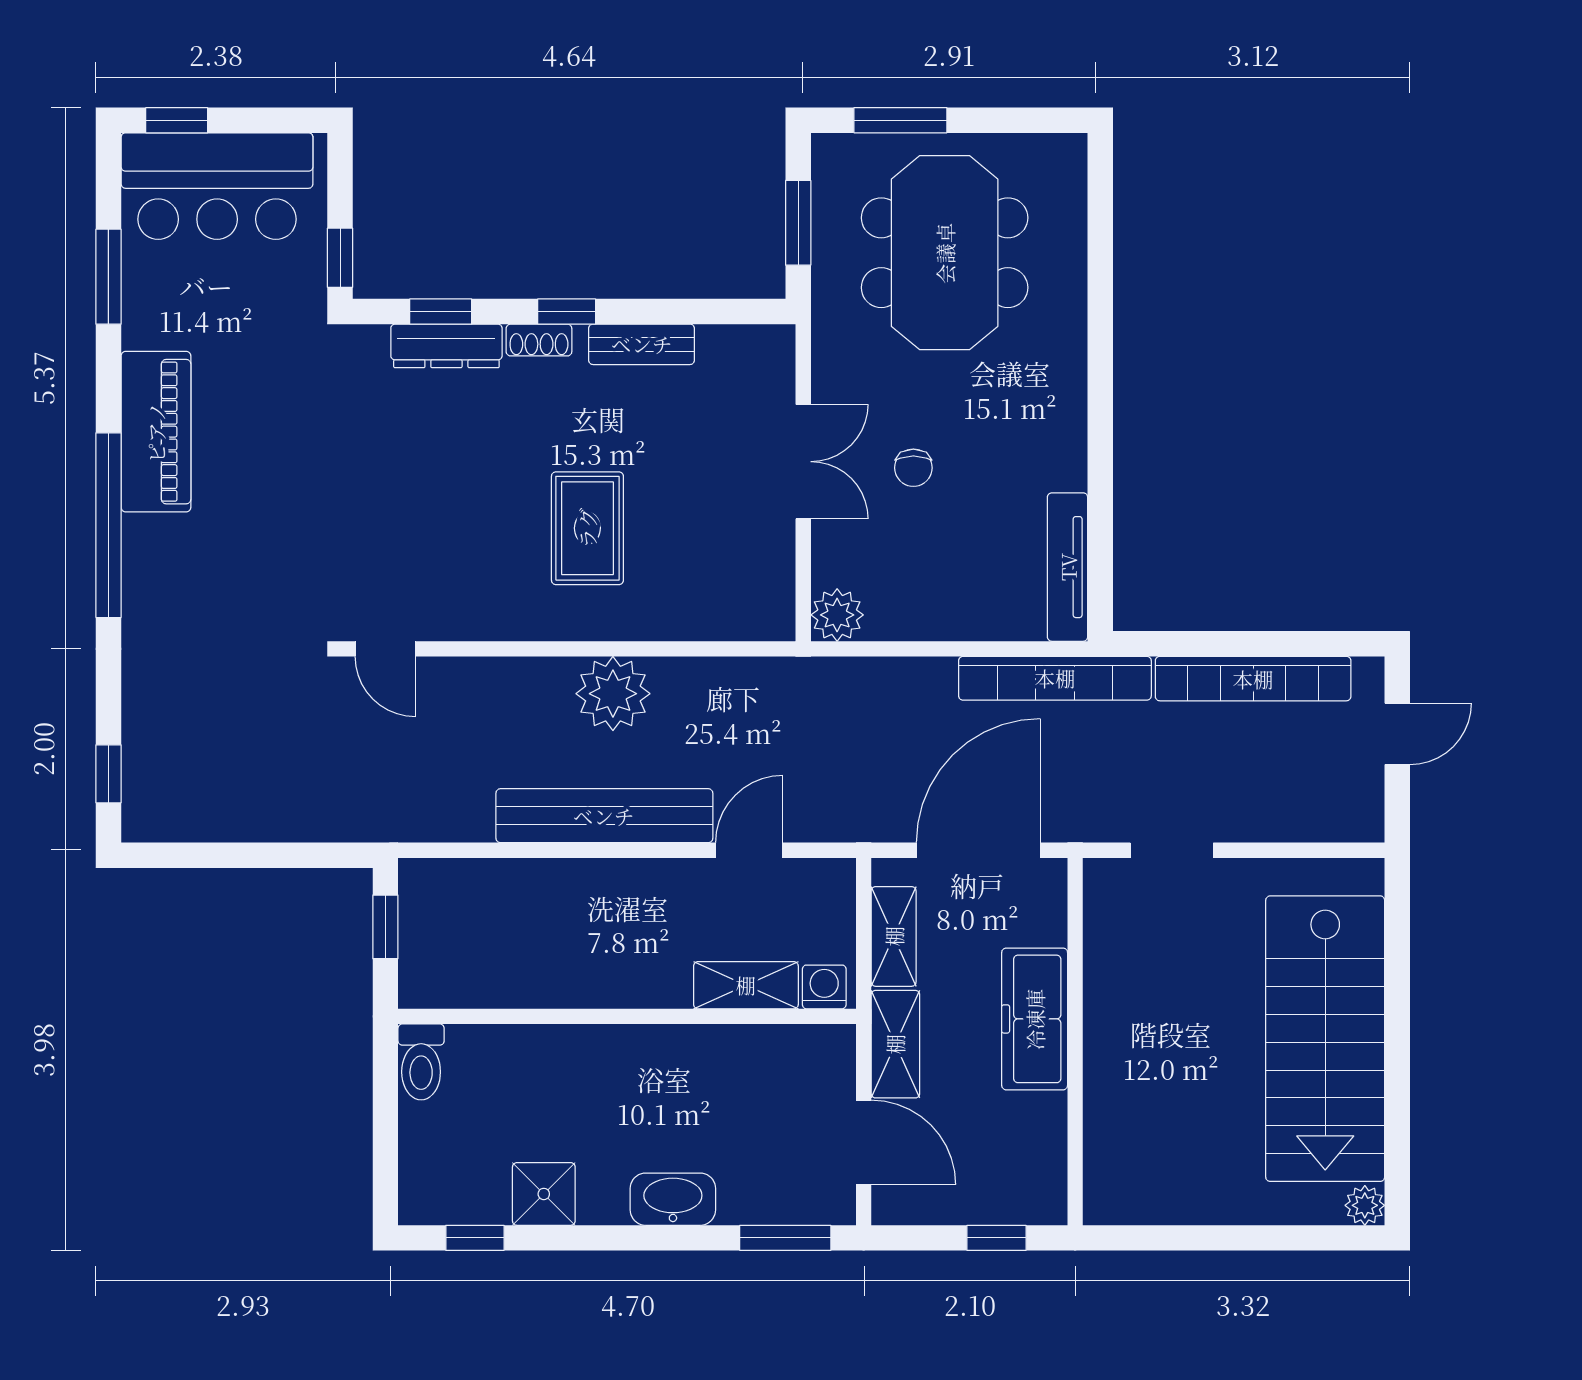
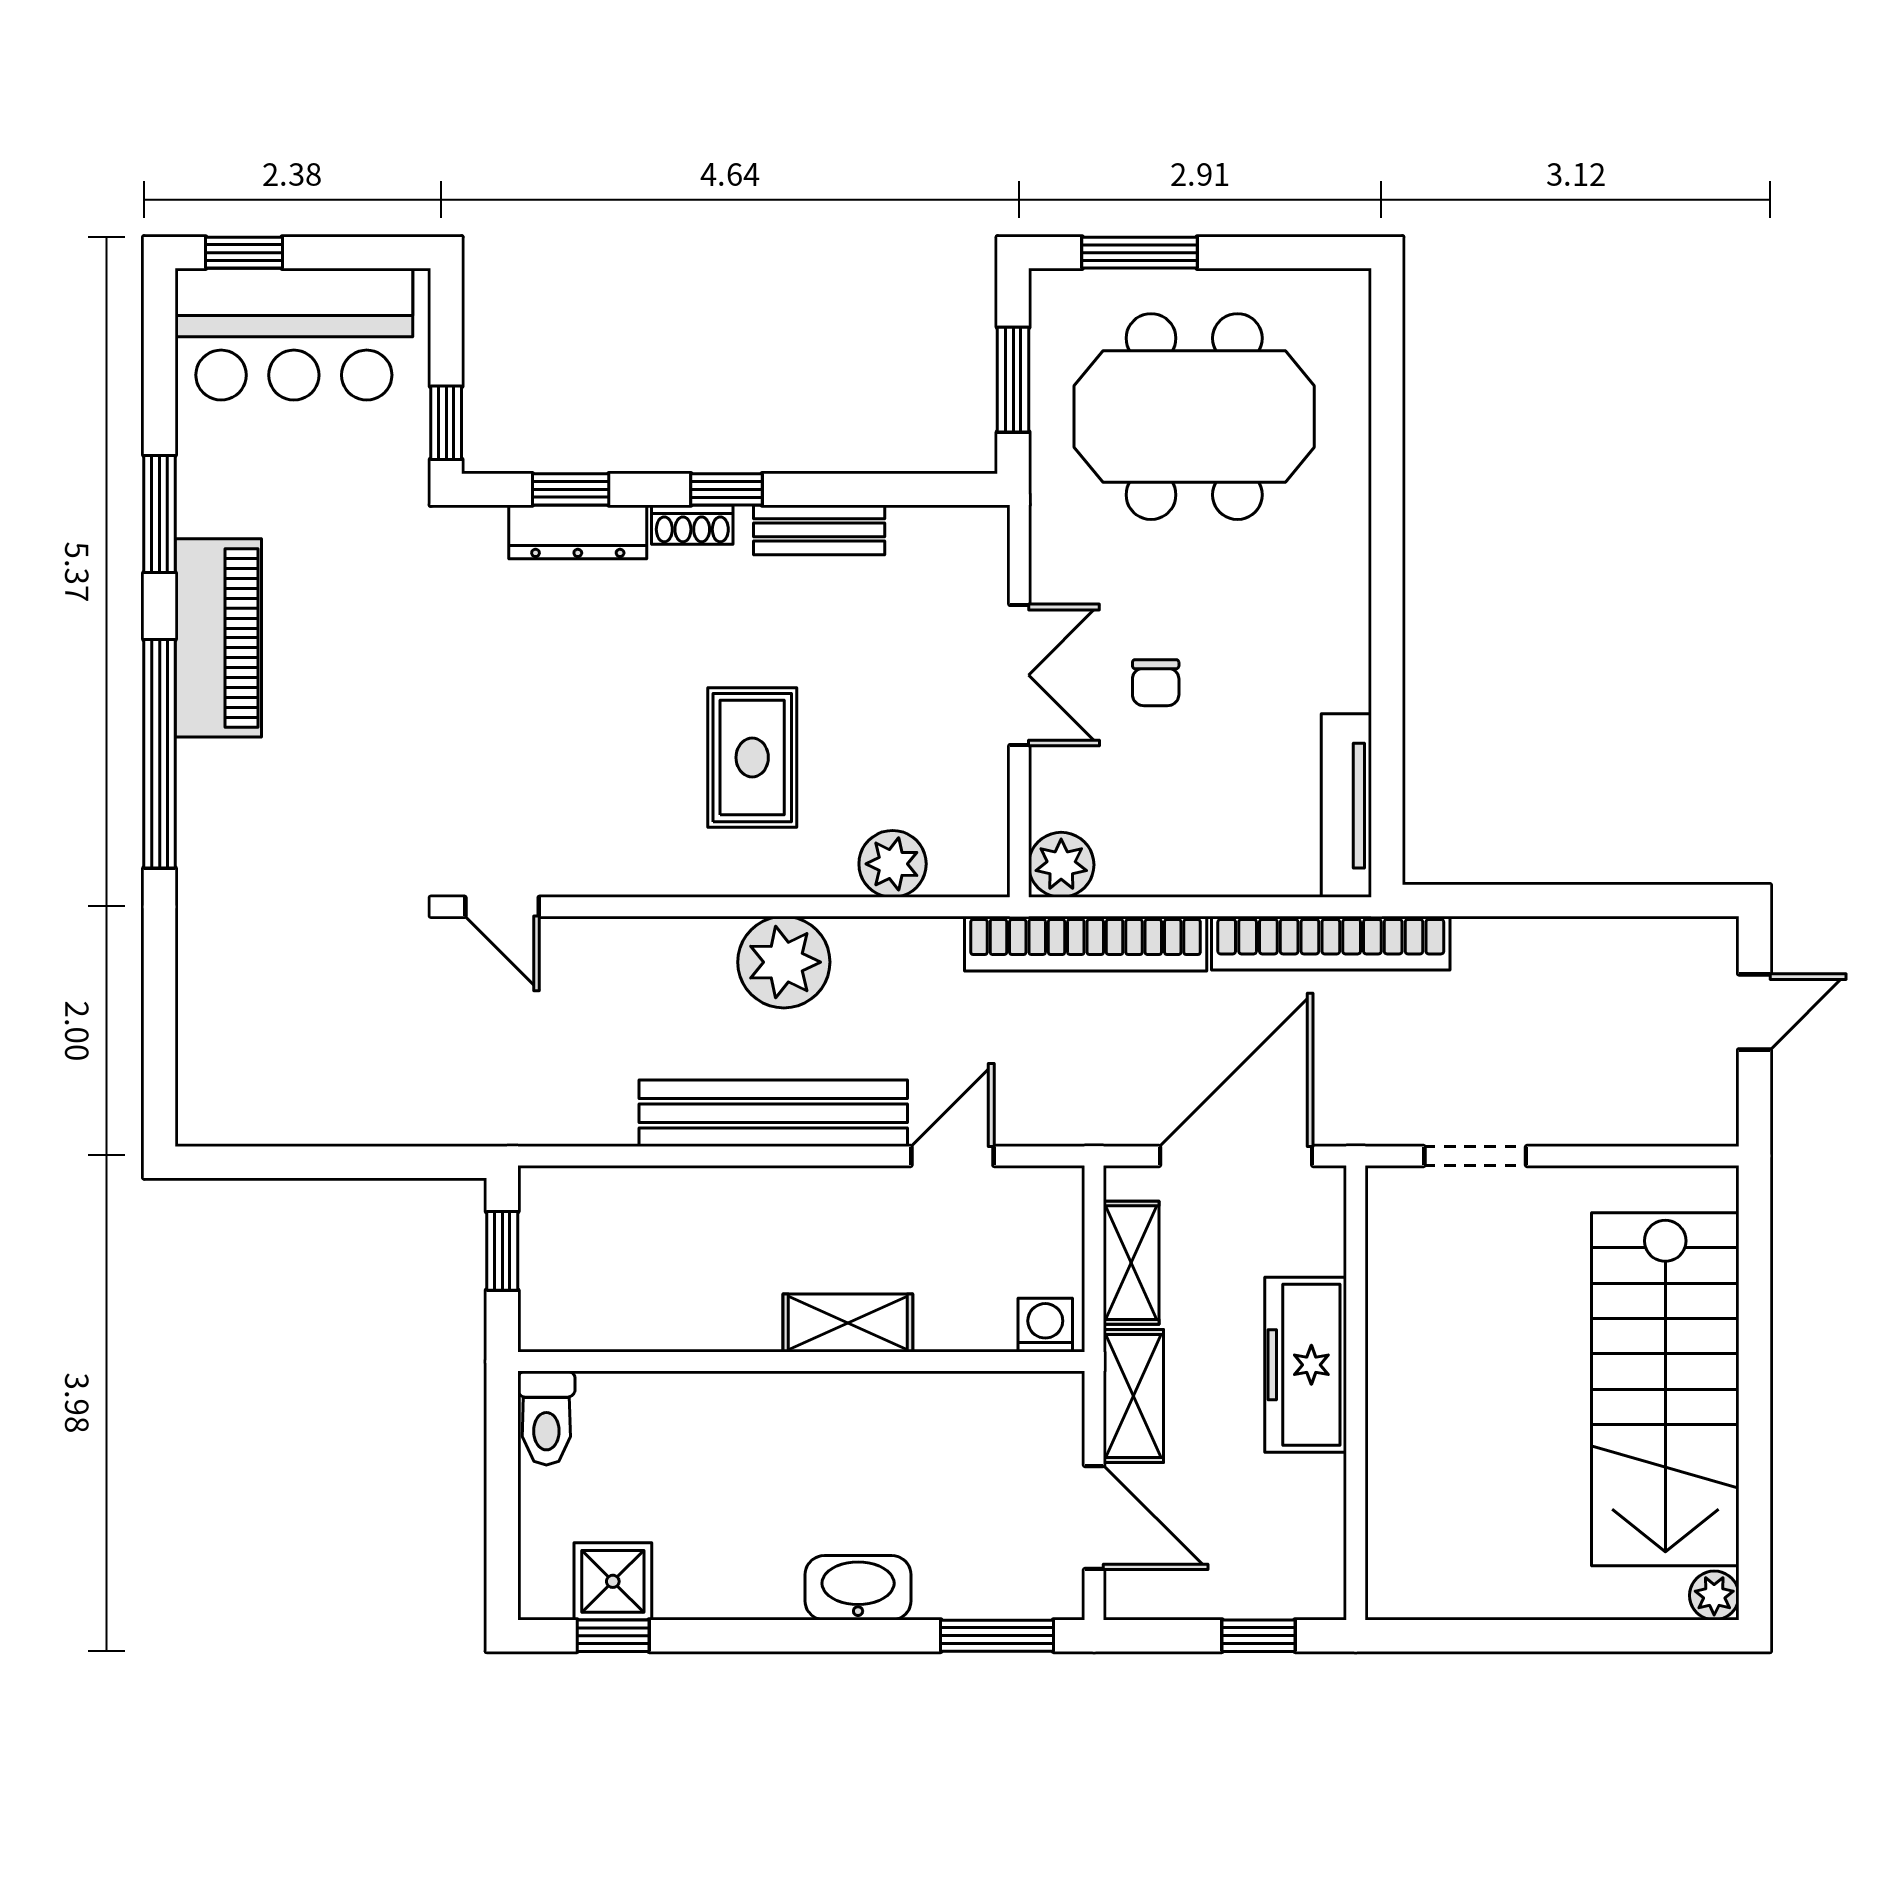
meeting table: (945, 253) -> (1194, 417), turned 90
window: (108, 277) -> (160, 514), moved
plant: (701, 614) -> (893, 864), added
bookcase: (1253, 679) -> (1086, 944), moved
window: (108, 774) -> (160, 1061), removed
shelving: (746, 985) -> (848, 1323), moved
shower: (544, 1194) -> (613, 1581), moved

